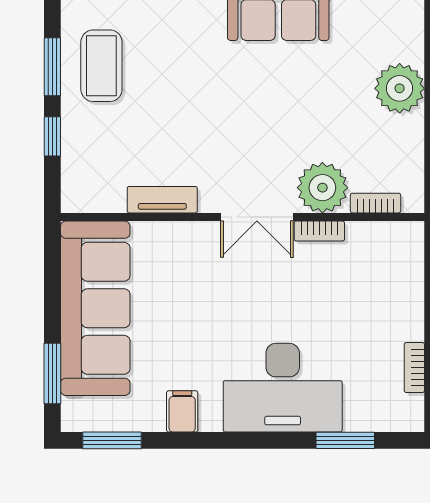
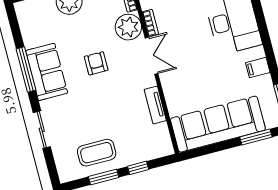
armchair: (270, 109) -> (96, 63), added

